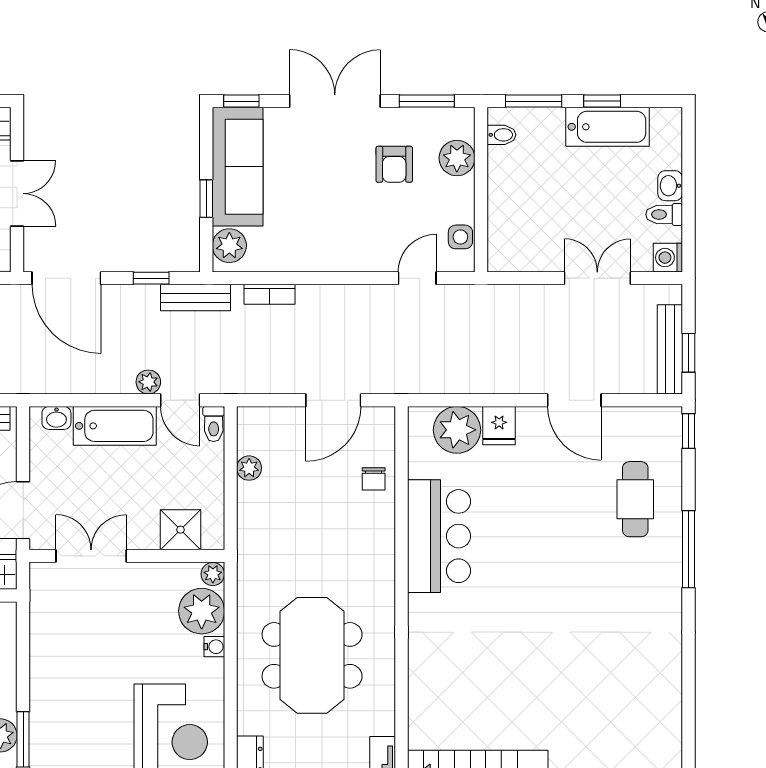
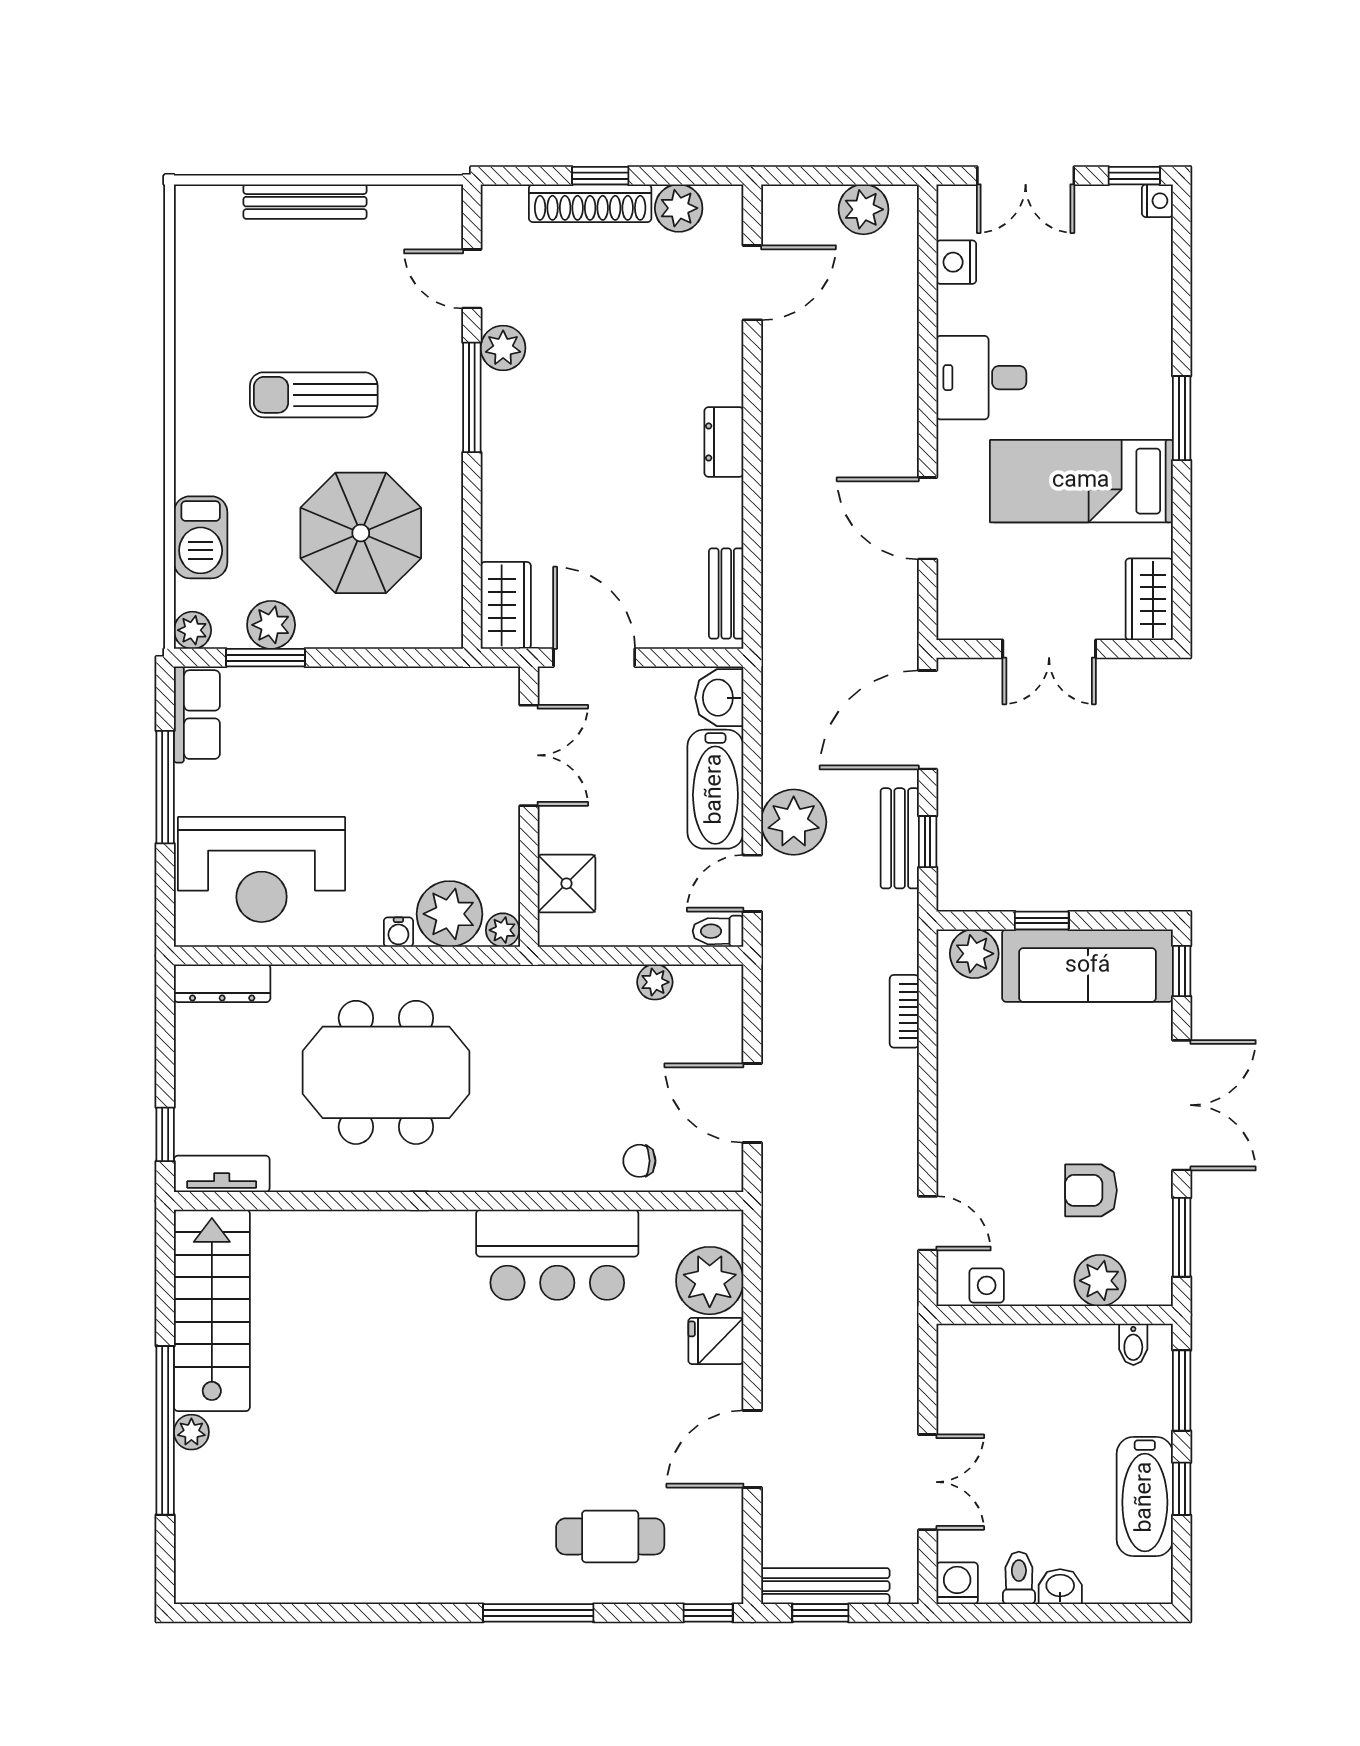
bench: (196, 298) -> (900, 838), moved
plant: (148, 382) -> (794, 822), width x1.88, depth x1.88
washbasin: (56, 418) -> (719, 698), width x1.38, depth x1.45

